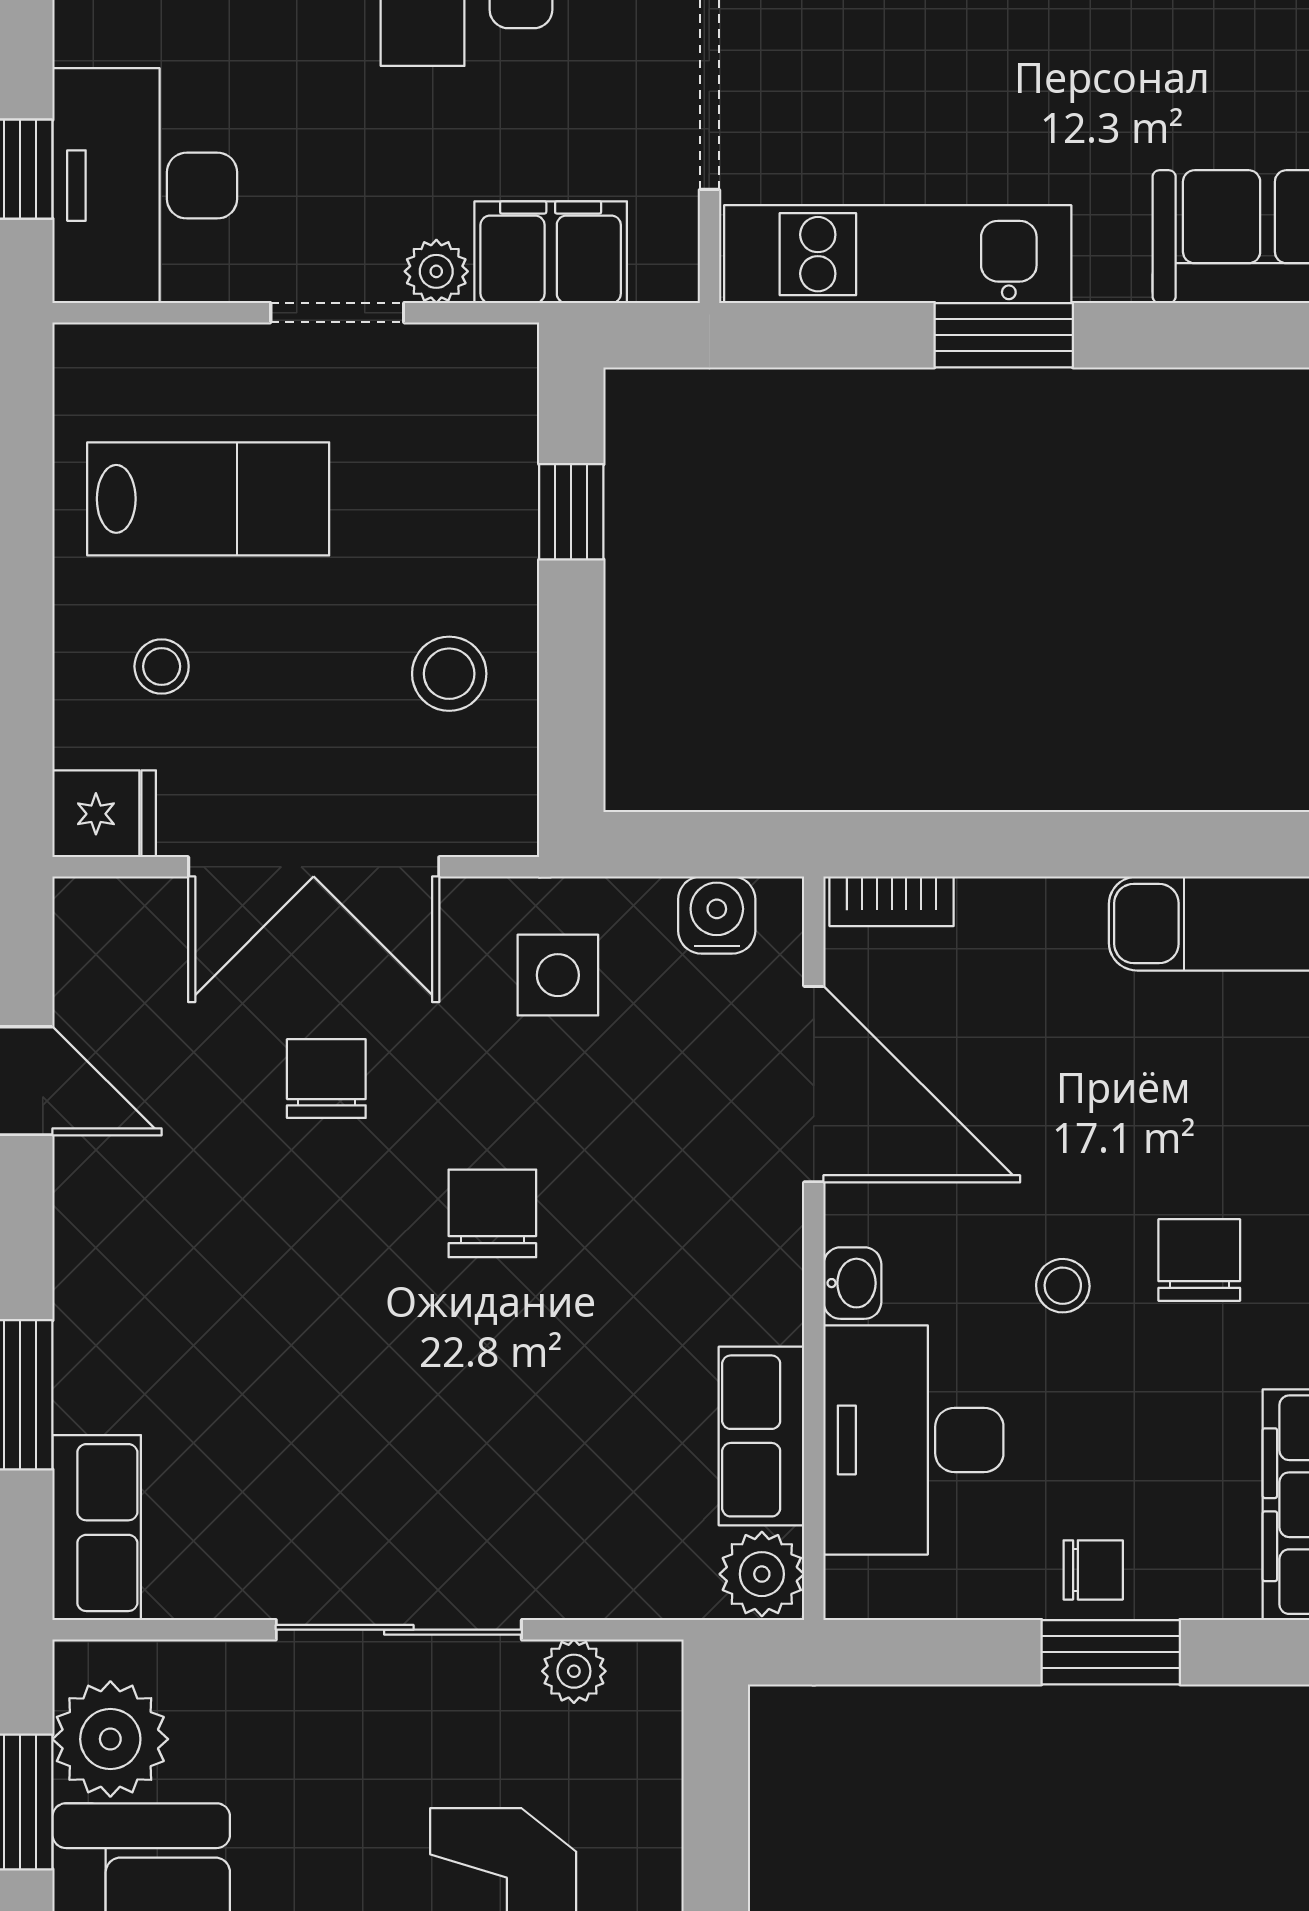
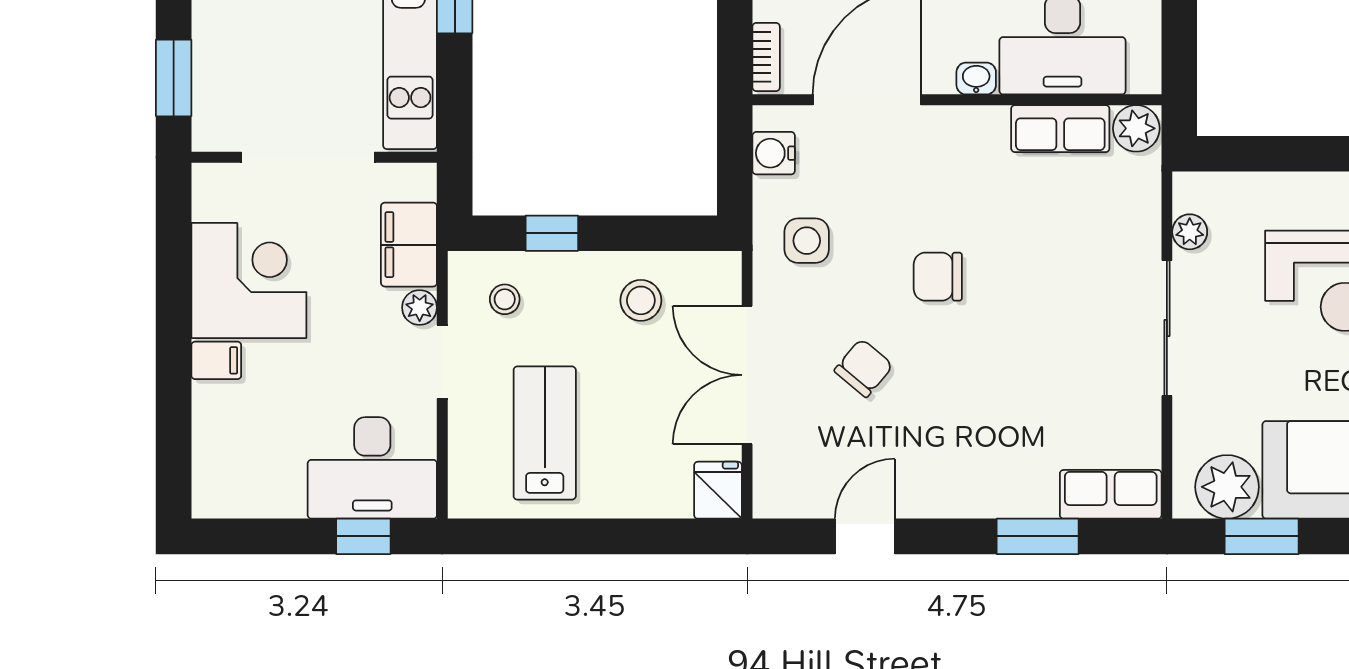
stool: (162, 666) -> (505, 299), moved
double door: (314, 867) -> (747, 375), swing flipped
chair: (326, 1079) -> (864, 368), turned 130

